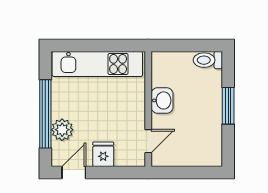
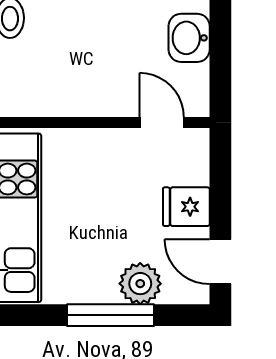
washbasin: (162, 100) -> (189, 38), moved, turned -90
window: (45, 114) -> (110, 315), width x0.68

